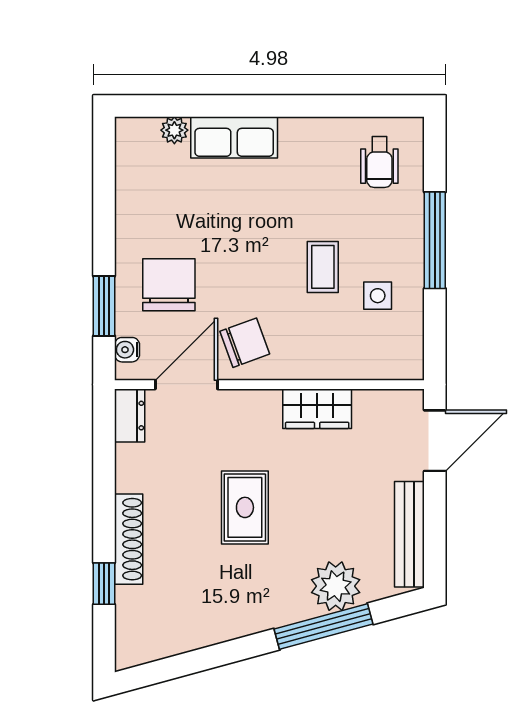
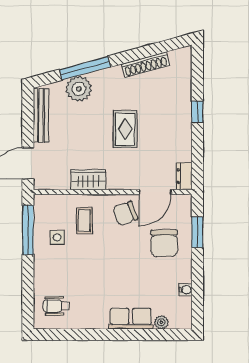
wheelchair: (379, 162) -> (56, 306), turned -90
window: (435, 240) -> (28, 230), moved
coffee table: (323, 267) -> (84, 221), moved
water cooler: (127, 350) -> (186, 290), moved
shoe rack: (129, 539) -> (145, 65), moved, turned -105
window: (104, 584) -> (197, 112), moved

